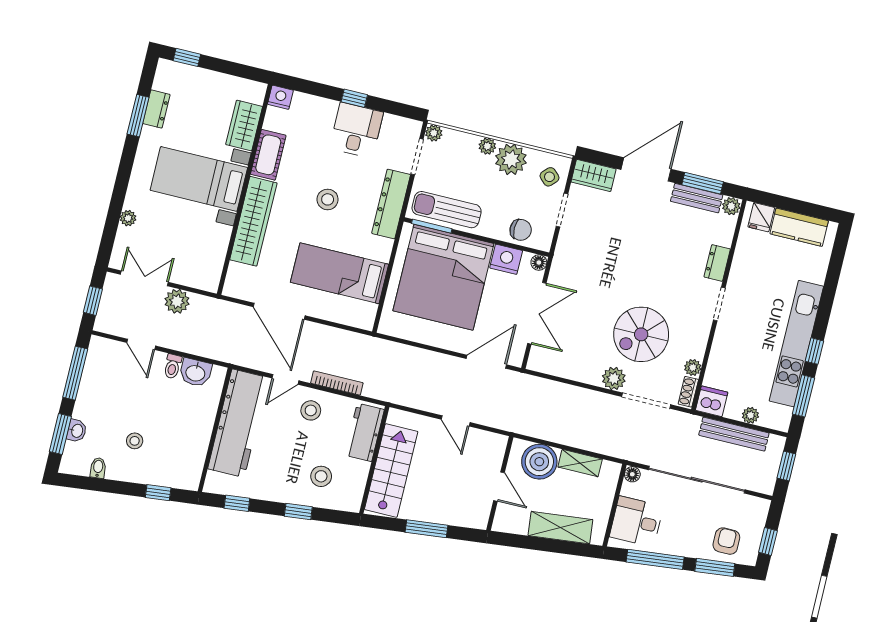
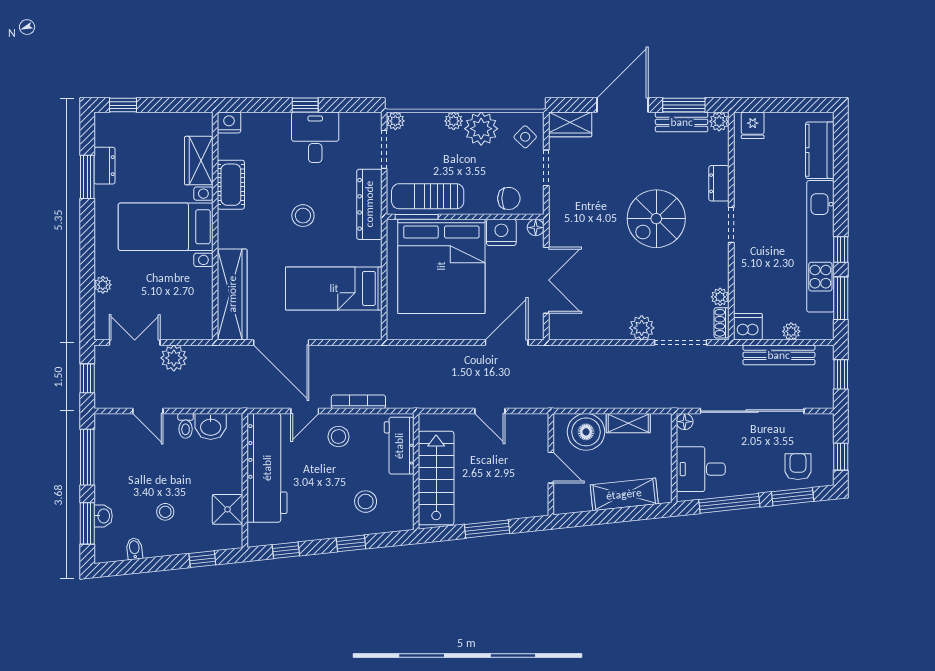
wardrobe: (253, 221) -> (232, 294), moved
kitchen counter: (799, 227) -> (820, 150), moved, turned 90
spiral stairs: (641, 334) -> (656, 219), moved
shower: (192, 453) -> (227, 509), added

